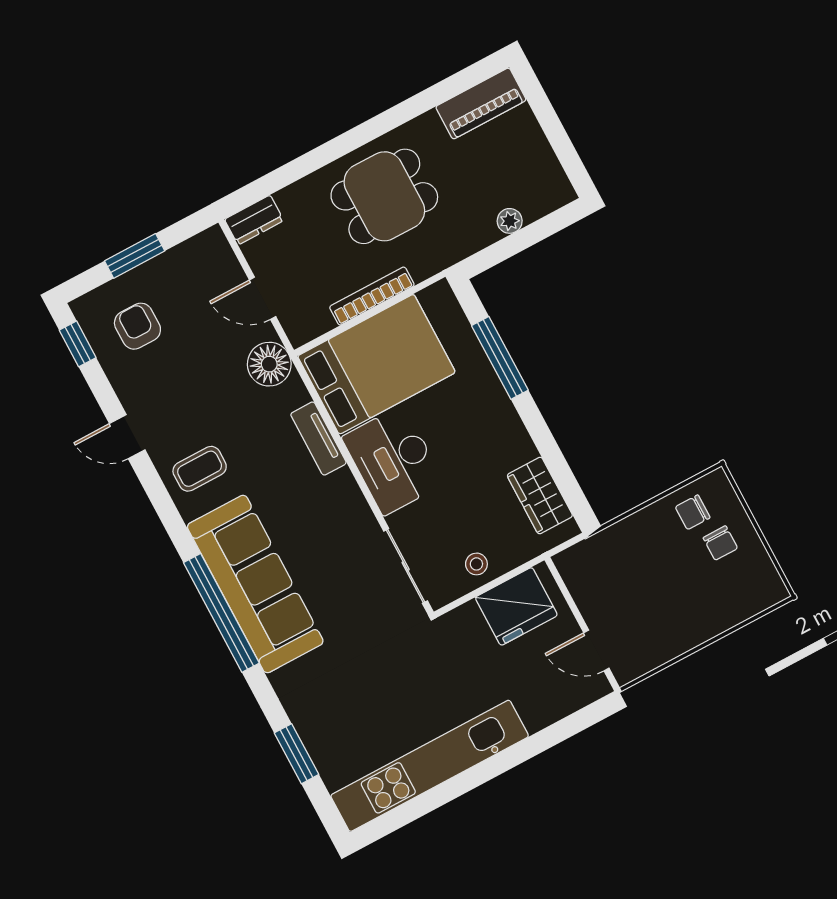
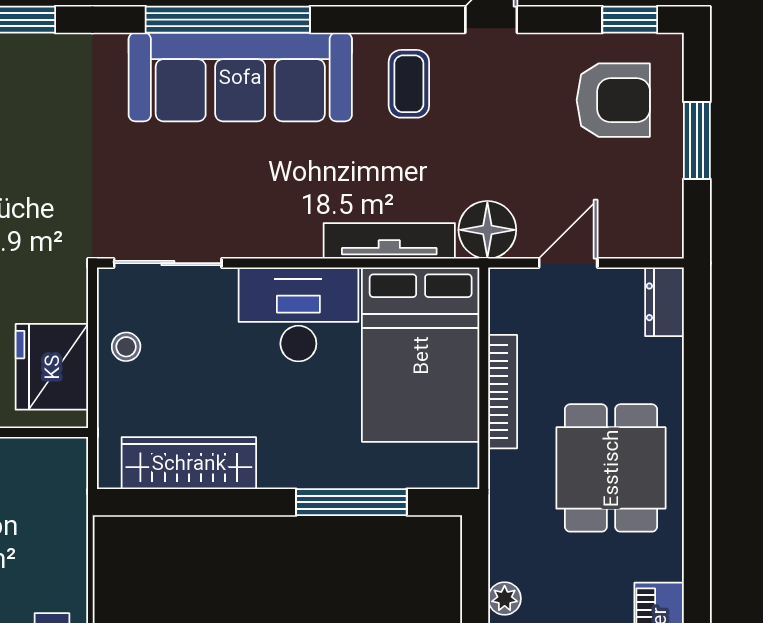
armchair: (137, 326) -> (613, 100), width x1.38, depth x1.38
tv unit: (318, 439) -> (389, 241), width x1.41
wardrobe: (540, 495) -> (189, 463), width x1.50

